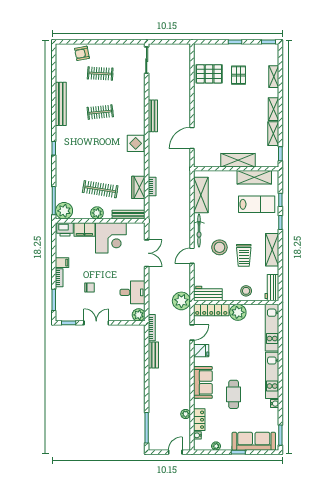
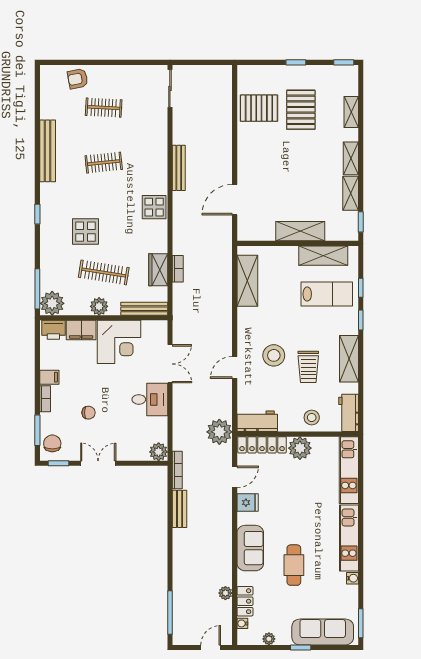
pallet: (239, 75) -> (301, 110), width x1.50, depth x1.42
display table: (87, 160) -> (85, 232), added
bicycle: (199, 231) -> (245, 331), removed
desk: (133, 292) -> (150, 399), moved
chair: (64, 309) -> (52, 443), added

